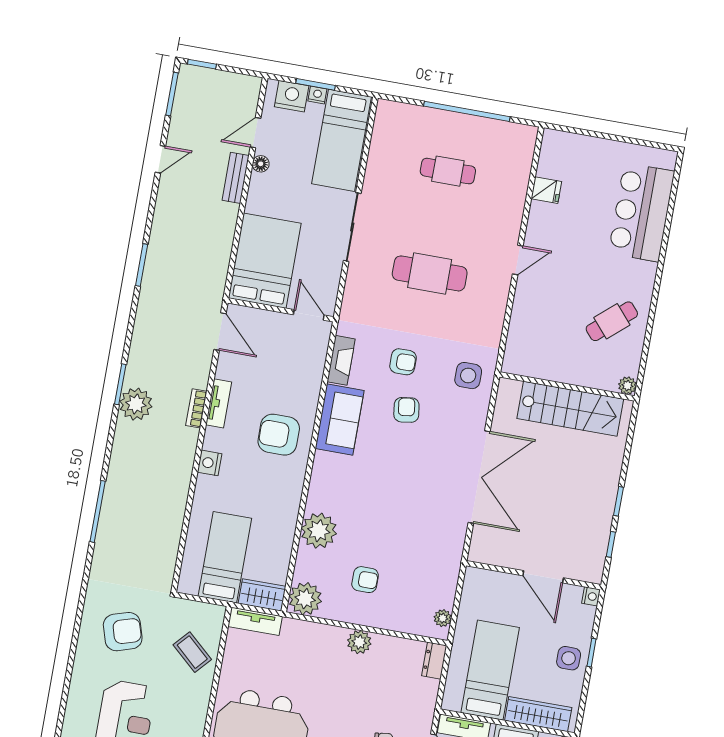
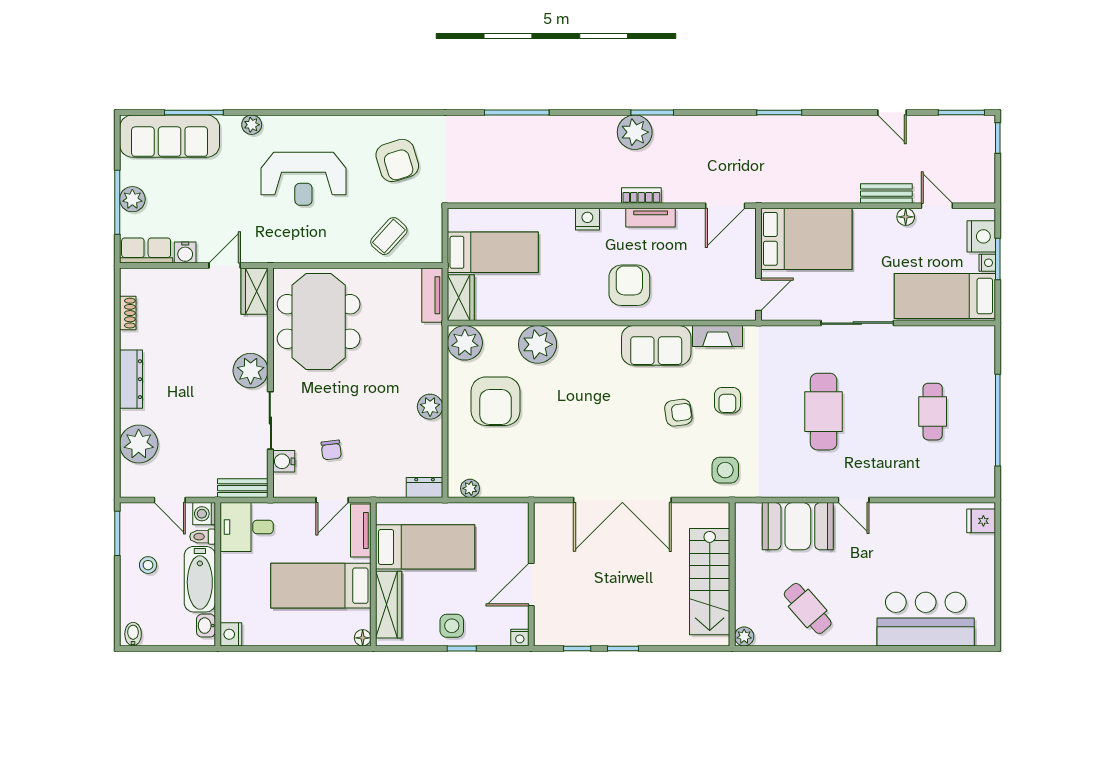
fridge: (546, 190) -> (981, 521), moved, turned 90
booth: (533, 317) -> (798, 526), added
armchair: (365, 580) -> (496, 401), width x1.88, depth x1.88

